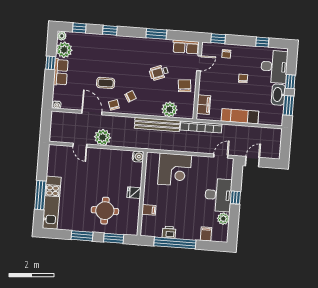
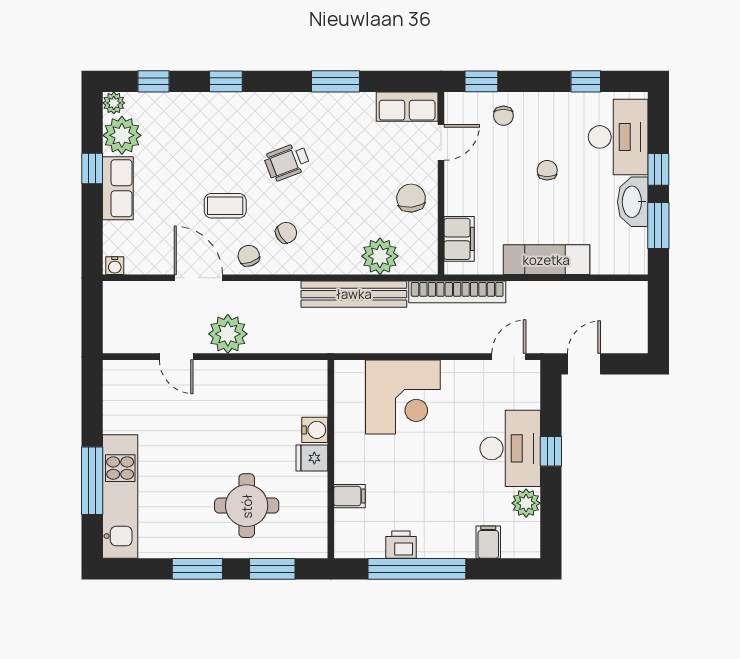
wheelchair: (159, 73) -> (287, 162), moved
water cooler: (138, 157) -> (315, 430), moved

